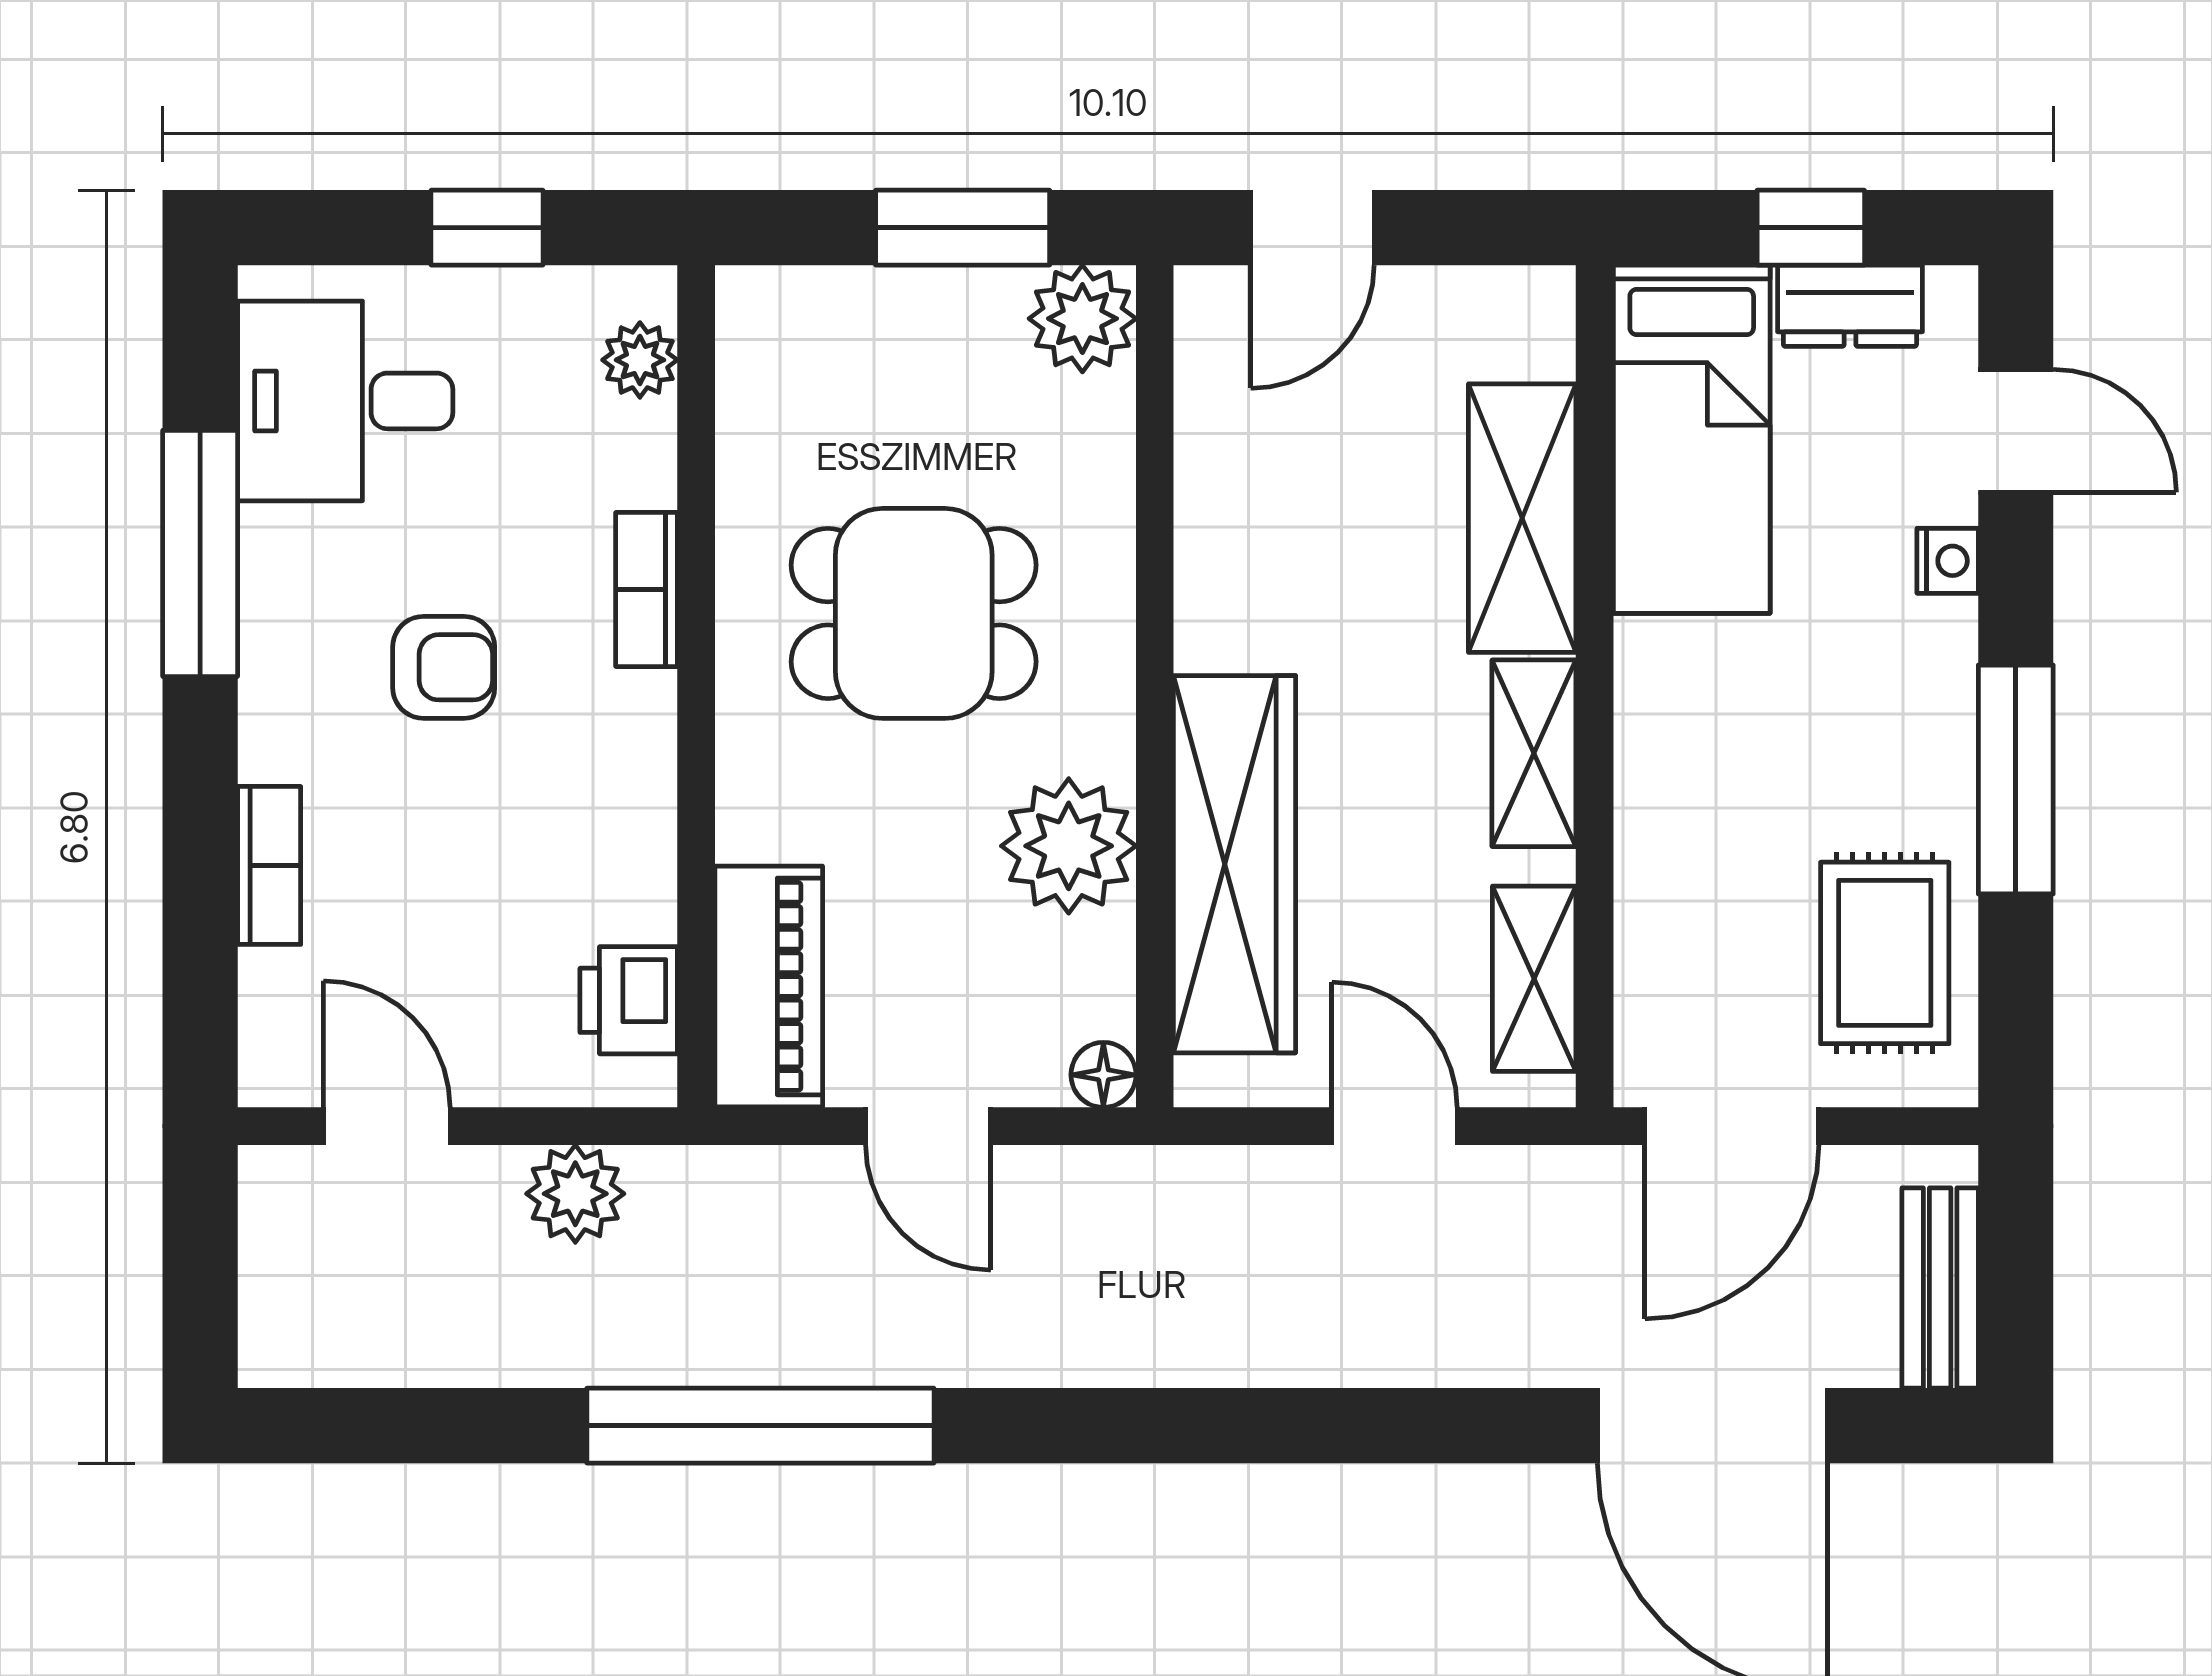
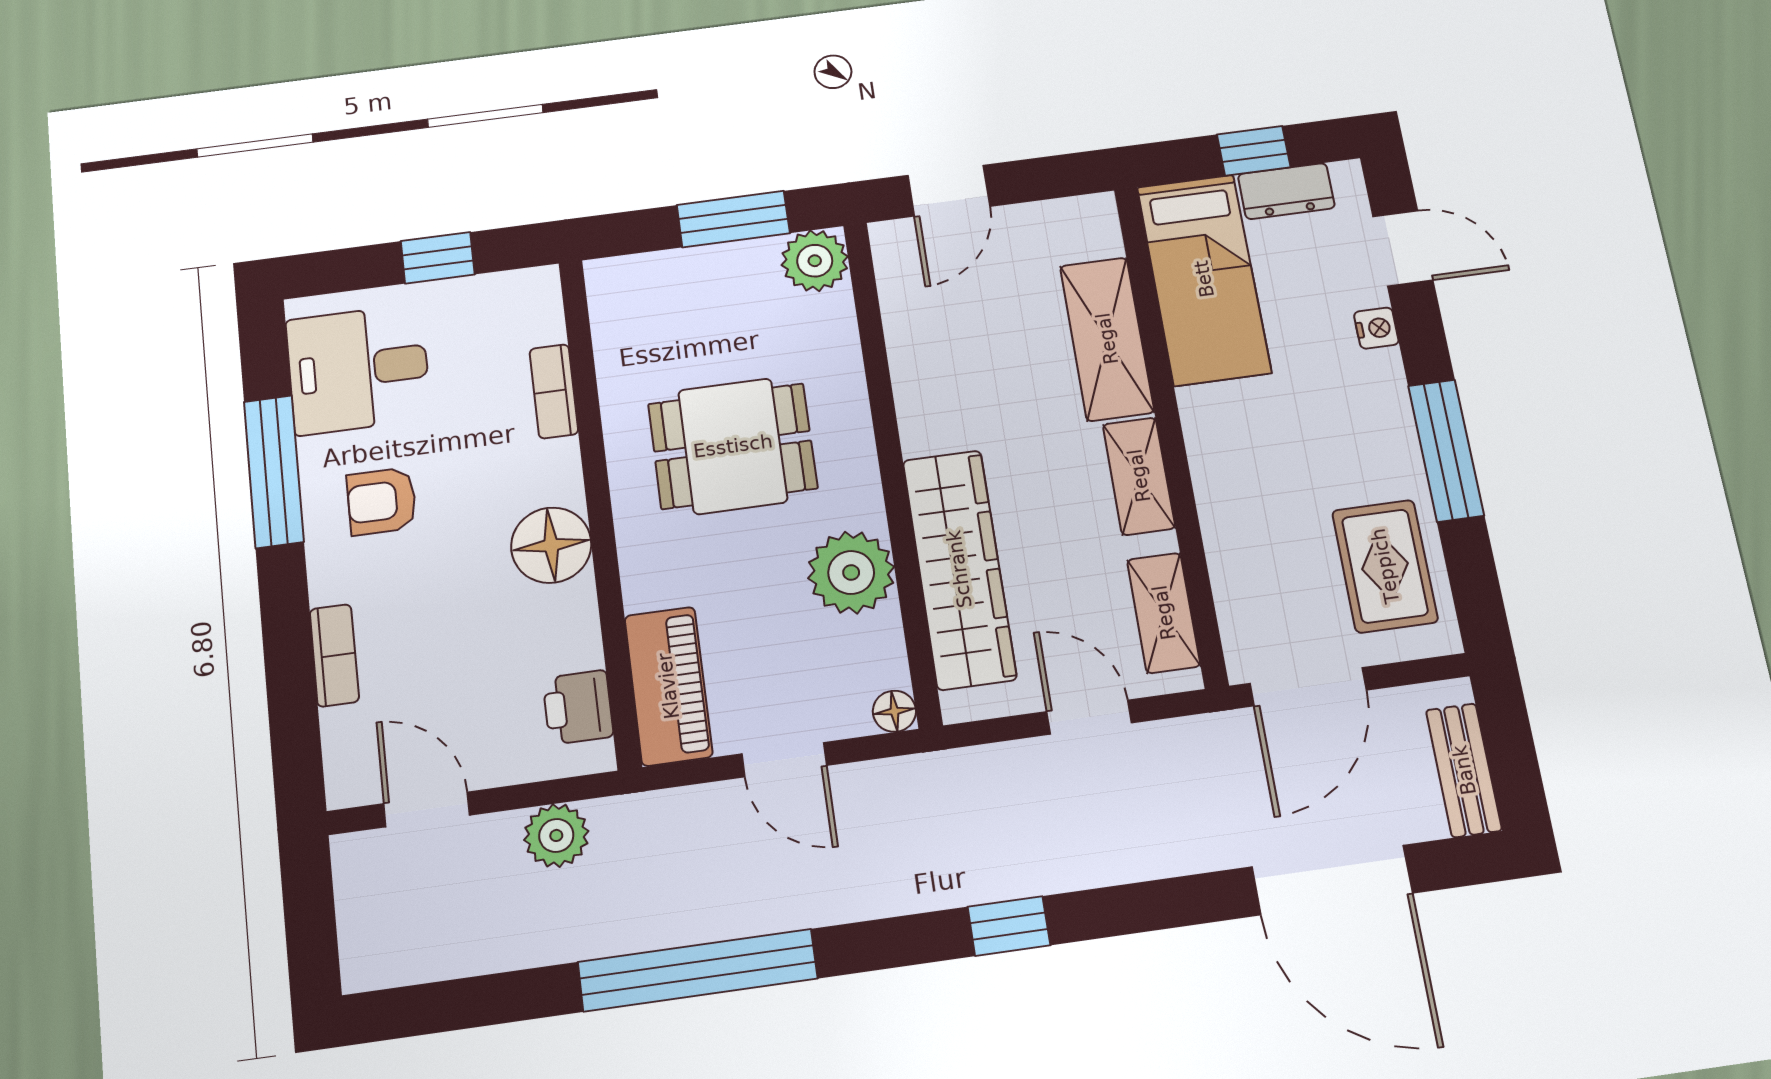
plant: (640, 360) -> (542, 321), removed
bookcase: (647, 589) -> (554, 391), moved
armchair: (444, 667) -> (382, 501), moved, turned 180
floor lamp: (616, 736) -> (551, 545), added
window: (1225, 1426) -> (1009, 926), added

